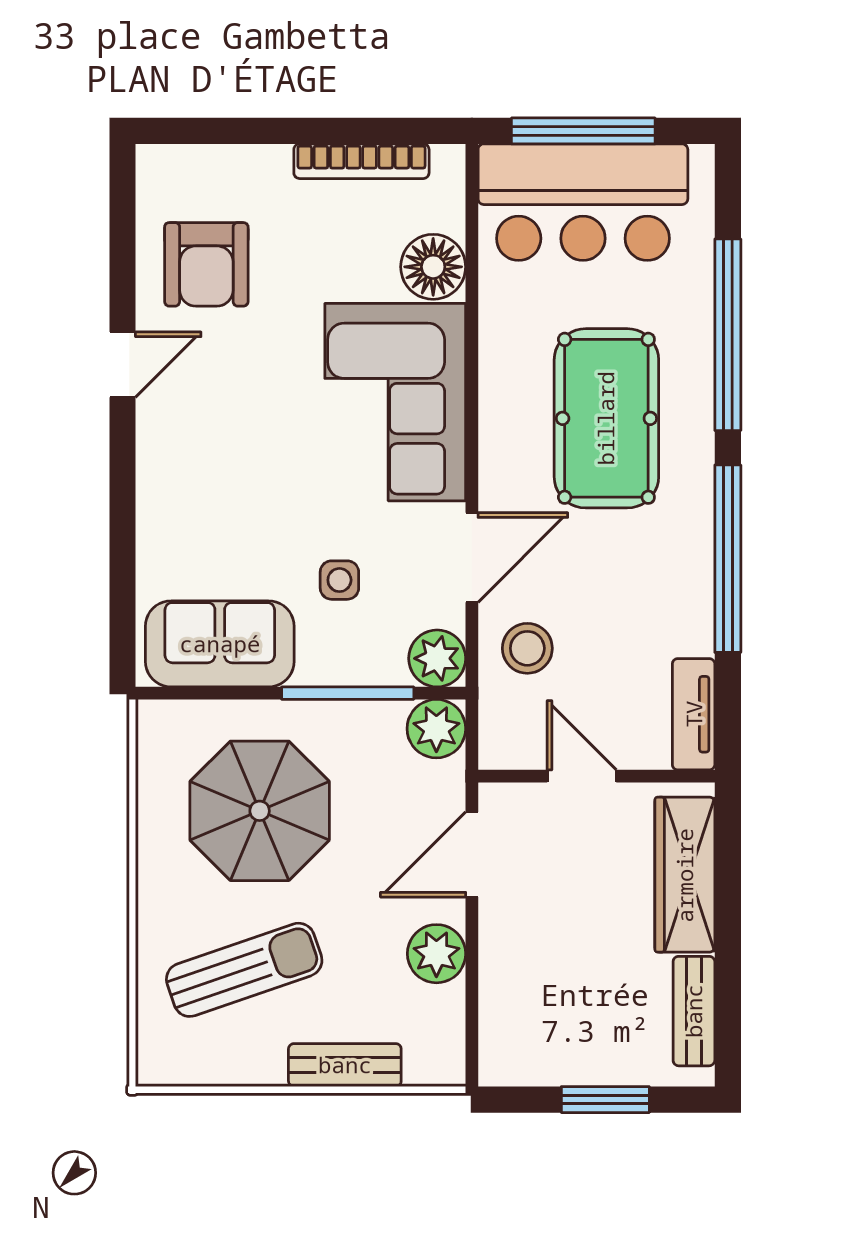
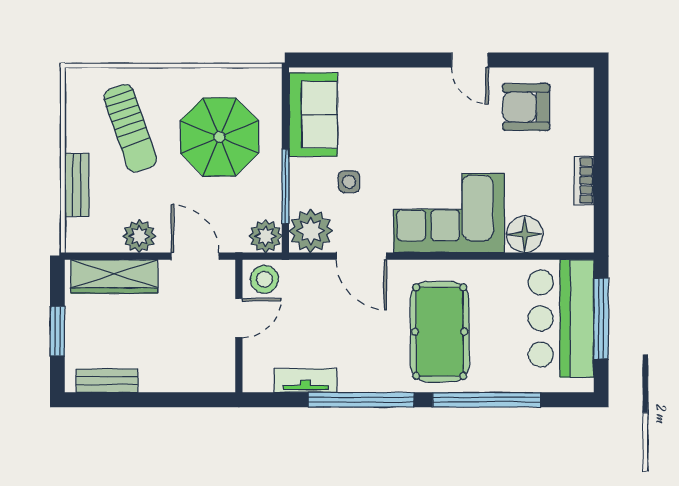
bookcase: (361, 161) -> (584, 180), width x0.64
pool table: (606, 418) -> (440, 332), turned 90
stool: (527, 648) -> (264, 279), moved
plant: (437, 658) -> (311, 231), width x1.36, depth x1.36
tv unit: (694, 714) -> (306, 381), moved
wardrobe: (685, 875) -> (114, 276), moved, turned 180

